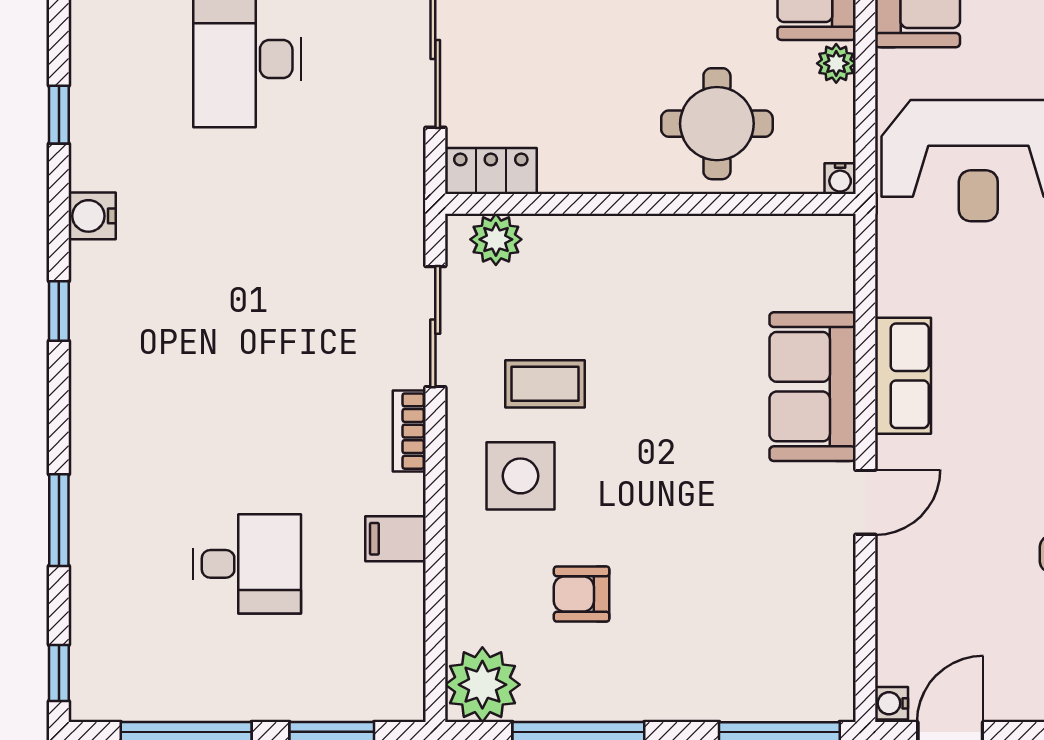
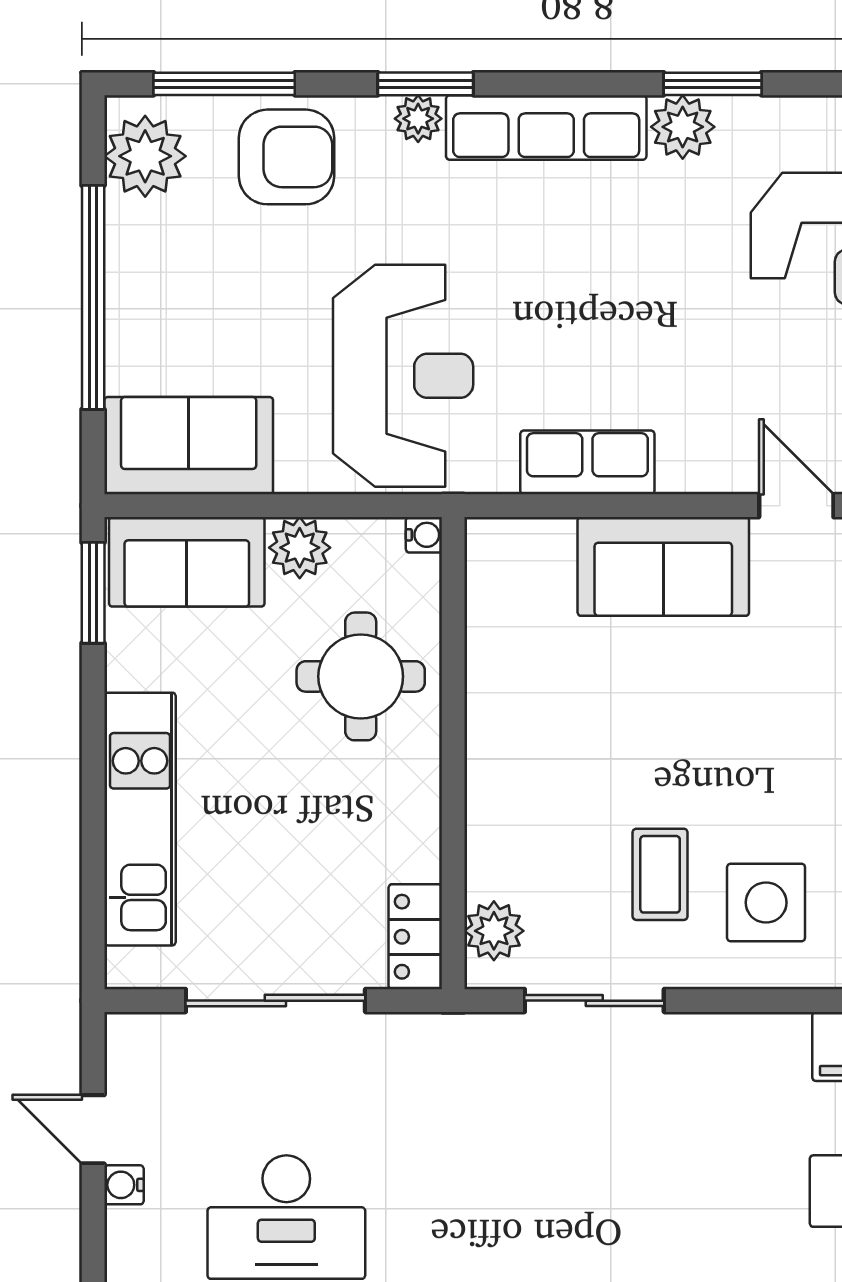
plant: (836, 63) -> (300, 548), width x1.38, depth x1.38
row of seats: (903, 376) -> (587, 462), moved
bookcase: (409, 431) -> (714, 1031), removed

